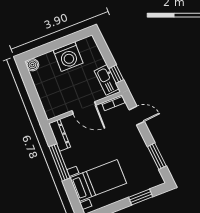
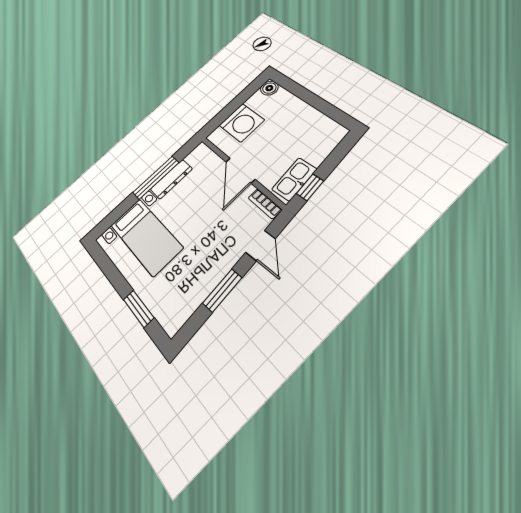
washing machine: (68, 57) -> (242, 123), moved, turned -90
dresser: (60, 135) -> (171, 179), moved
window: (157, 156) -> (222, 290), moved

